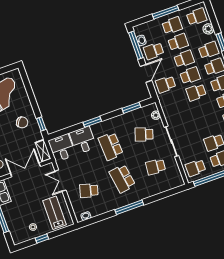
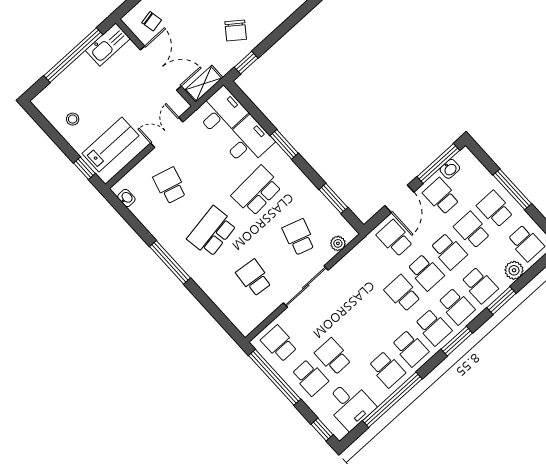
school desk: (172, 25) -> (495, 209), turned 180
school desk: (178, 42) -> (472, 230), turned 180
door: (146, 73) -> (399, 199), hinge flipped
window: (42, 239) -> (84, 168), moved

